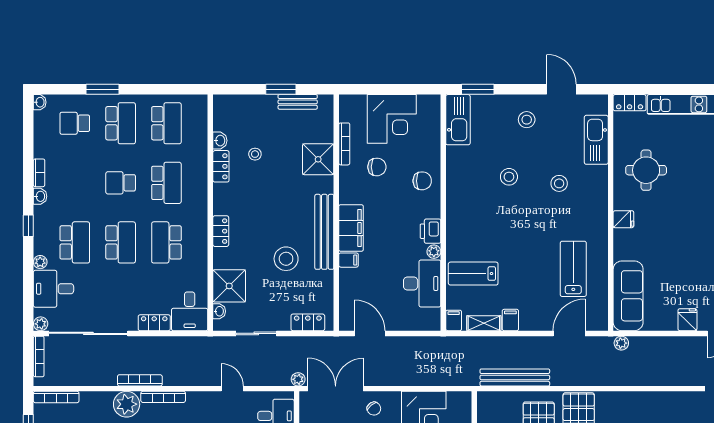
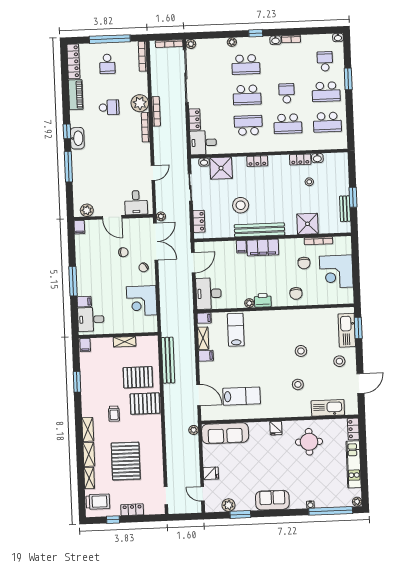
kitchen sink: (458, 120) -> (347, 330), moved, turned 90
desk: (422, 283) -> (209, 294), moved, turned 90
desk: (53, 289) -> (215, 52), removed

